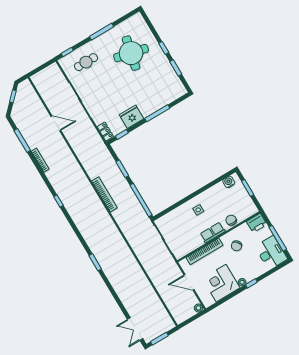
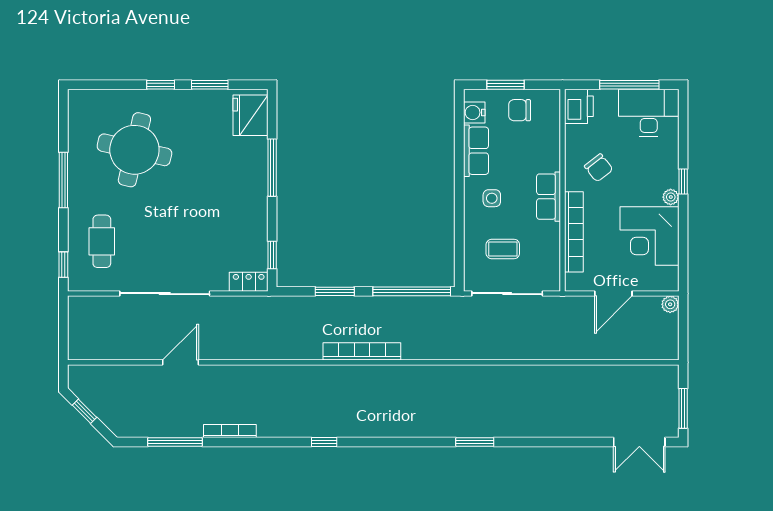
fridge: (132, 117) -> (250, 115), moved
row of seats: (214, 192) -> (476, 151), added
chair: (231, 220) -> (520, 110), moved
coffee table: (180, 227) -> (503, 249), added

